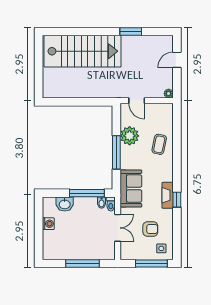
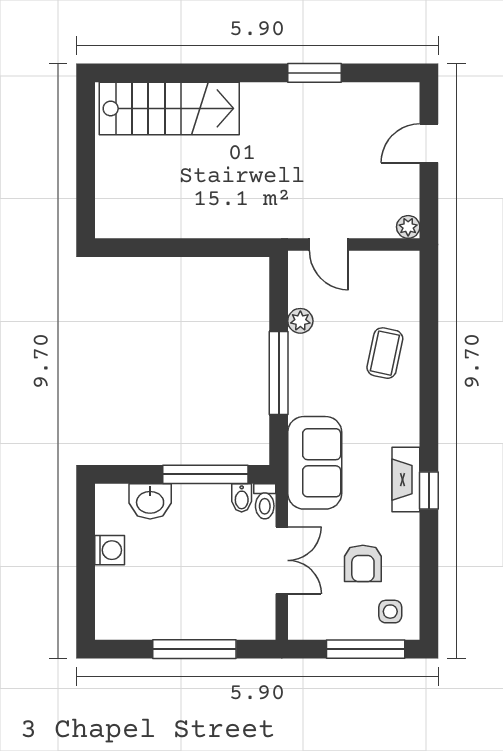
stairs: (83, 51) -> (169, 108), width x0.73, depth x0.66
plant: (130, 136) -> (300, 321), width x0.53, depth x0.53
armchair: (150, 229) -> (363, 563), turned 90

